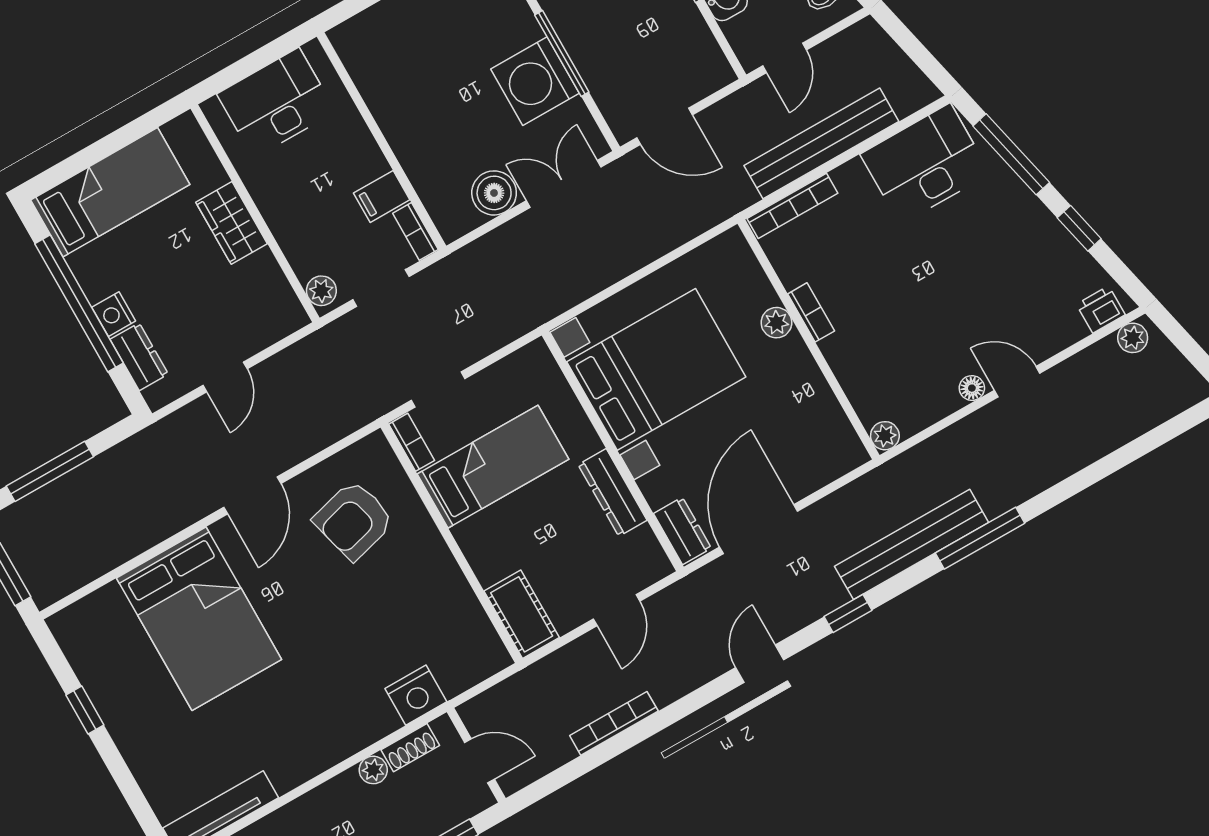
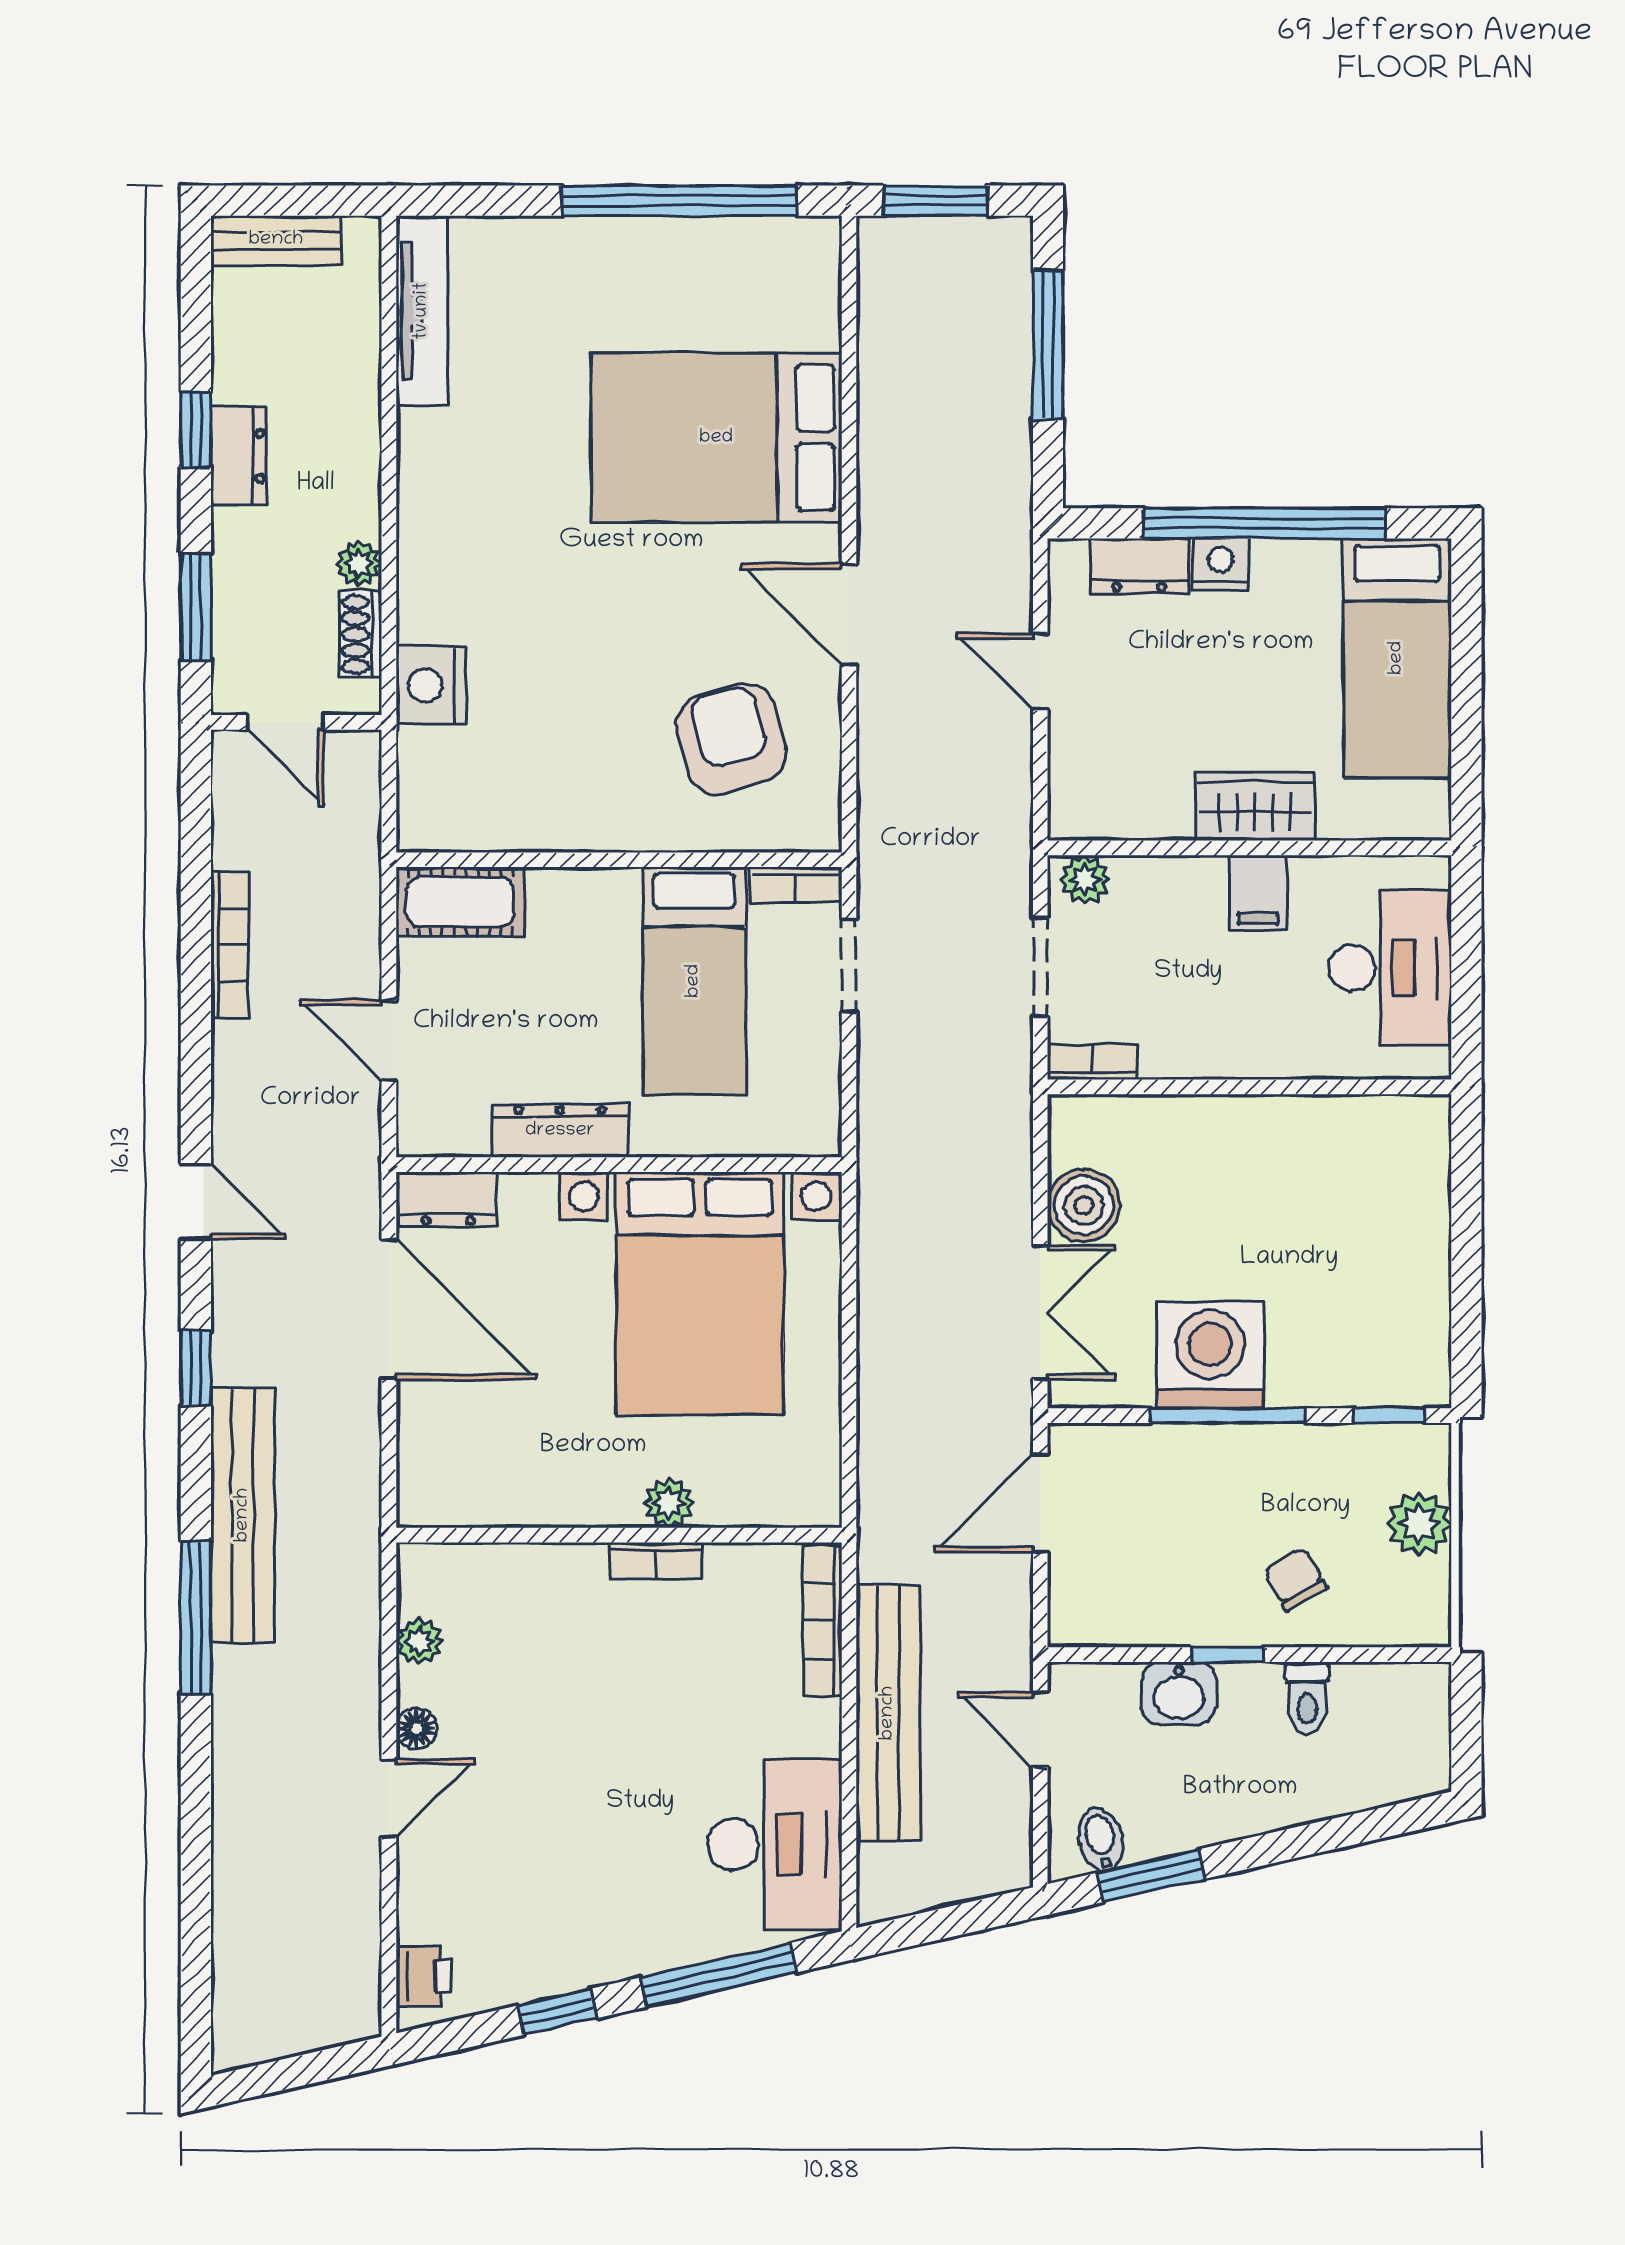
filing cabinet: (382, 196) -> (1258, 892), moved, turned 180
plant: (1133, 338) -> (357, 1999), removed
plant: (885, 436) -> (419, 1641), moved
window: (85, 710) -> (679, 201), width x3.17
door: (479, 761) -> (285, 722), hinge flipped

